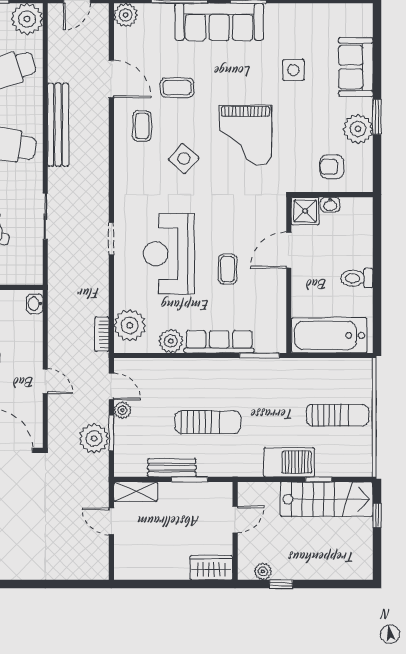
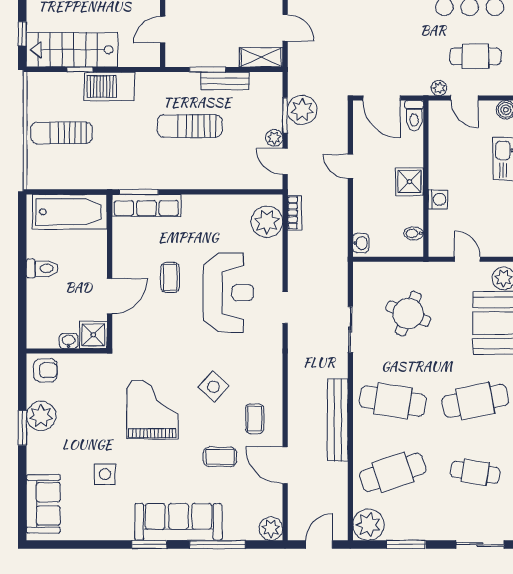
sofa: (356, 67) -> (43, 504), moved
armchair: (332, 167) -> (45, 370), moved
plant: (171, 341) -> (226, 206), removed
row of seats: (219, 342) -> (146, 205), moved

